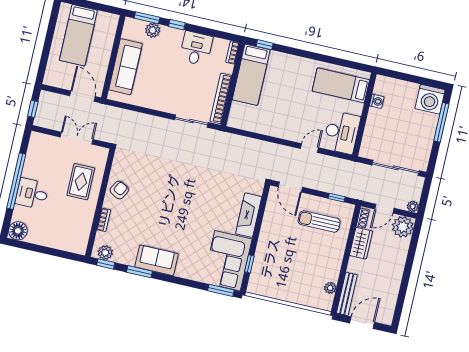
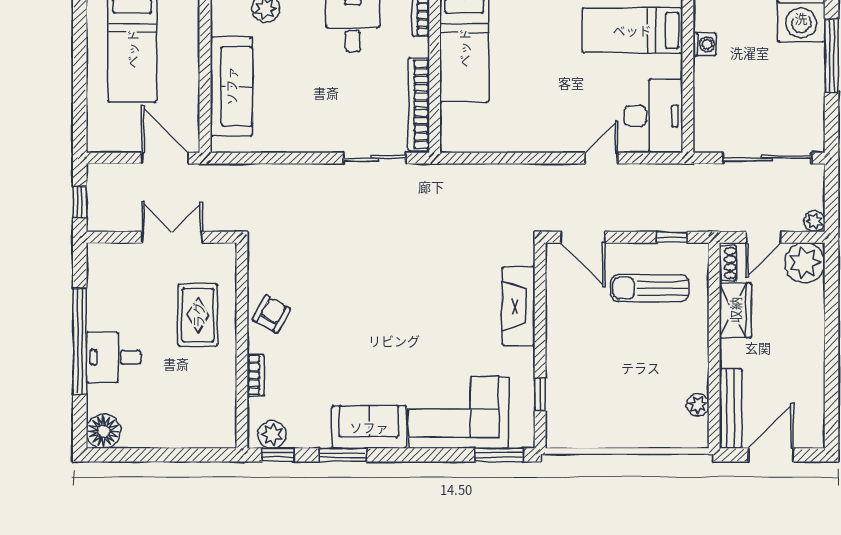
corner sofa: (228, 261) -> (458, 412), moved, turned 90

